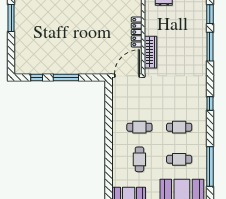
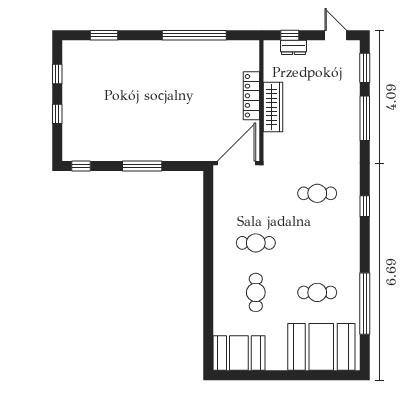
window: (11, 18) -> (57, 74), width x0.46
window: (11, 44) -> (57, 114), added
wardrobe: (151, 52) -> (273, 107), moved
window: (37, 77) -> (81, 166), moved
cafe table: (179, 127) -> (317, 193), moved

